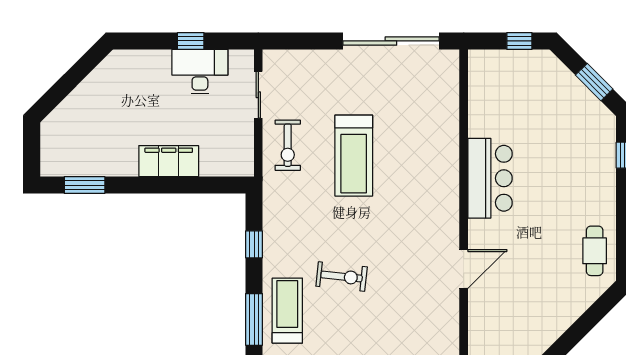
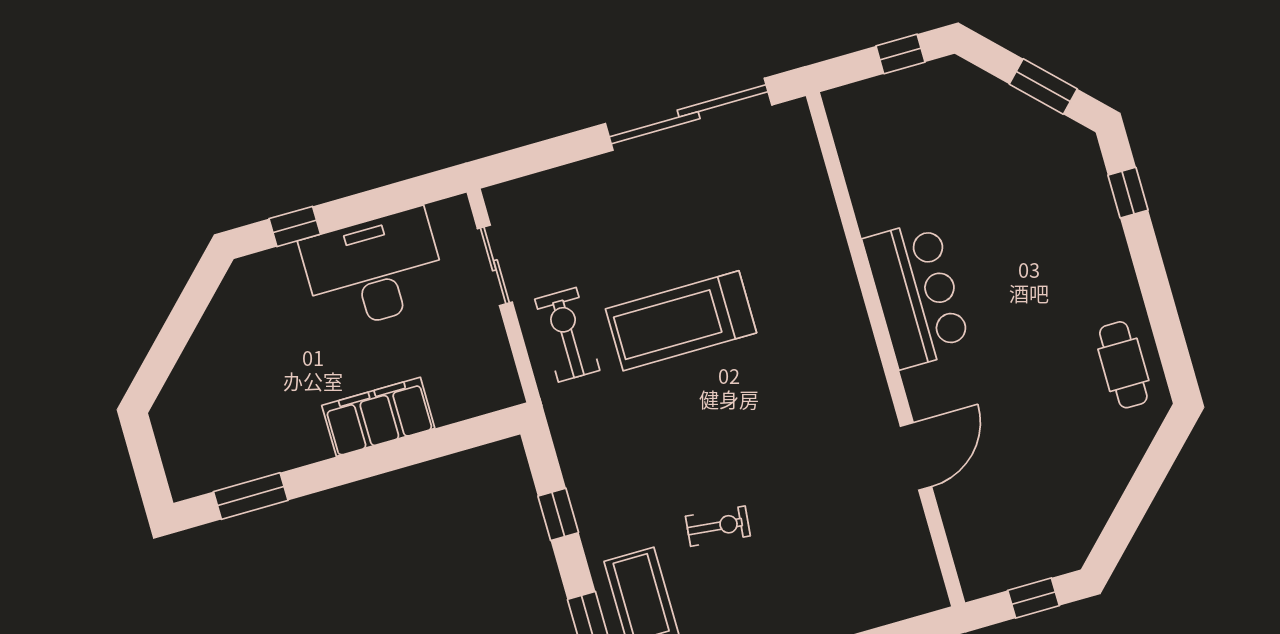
window: (191, 41) -> (295, 226), moved
desk: (200, 72) -> (374, 270), width x1.36, depth x1.30
exercise bike: (288, 145) -> (567, 335), turned 180
treadmill: (354, 156) -> (681, 321), turned 90
exercise bike: (342, 276) -> (718, 526), width x0.73, depth x0.72

